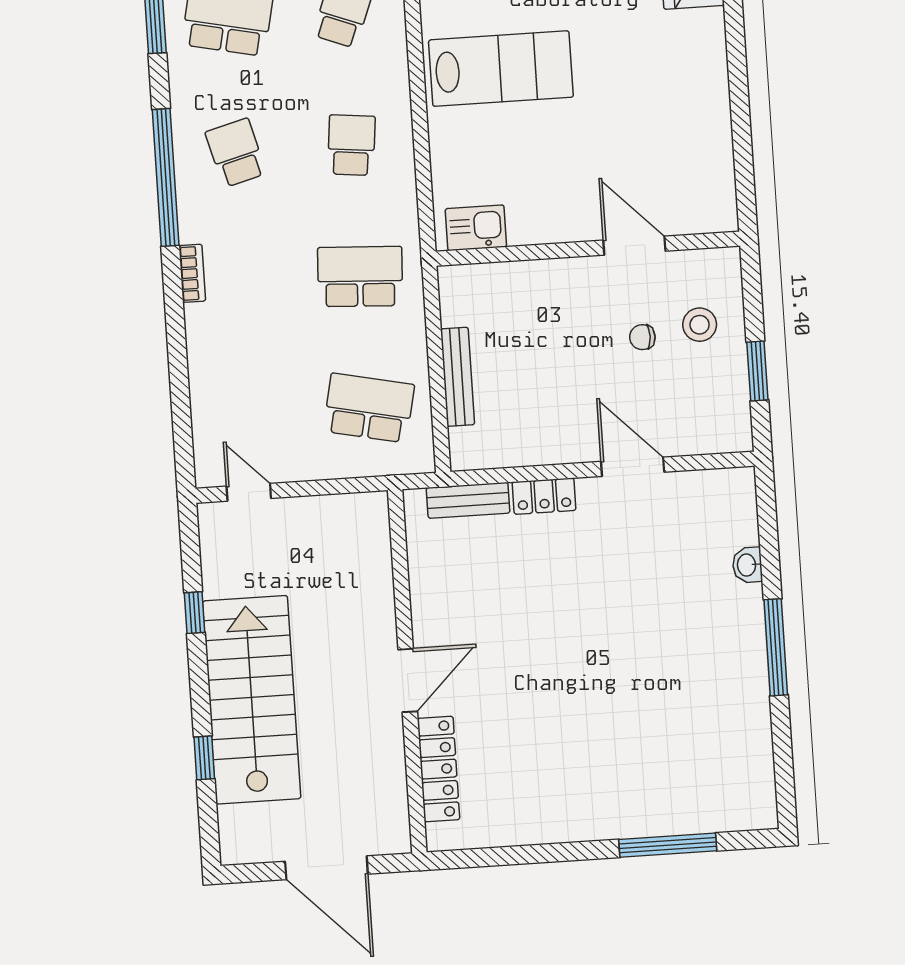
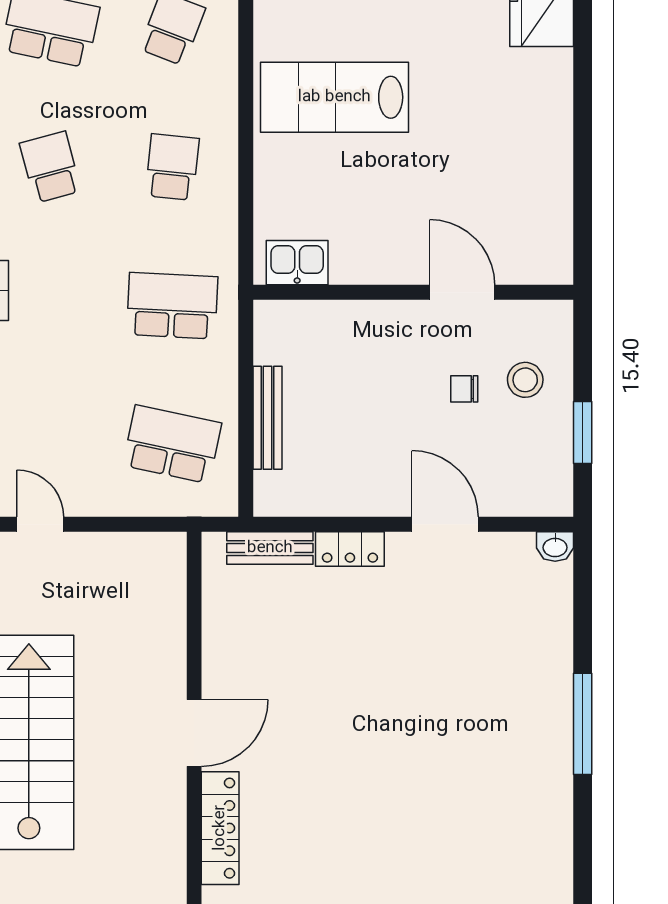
lab bench: (501, 69) -> (334, 97), turned 180
washbasin: (747, 565) -> (555, 547), moved, turned -90

